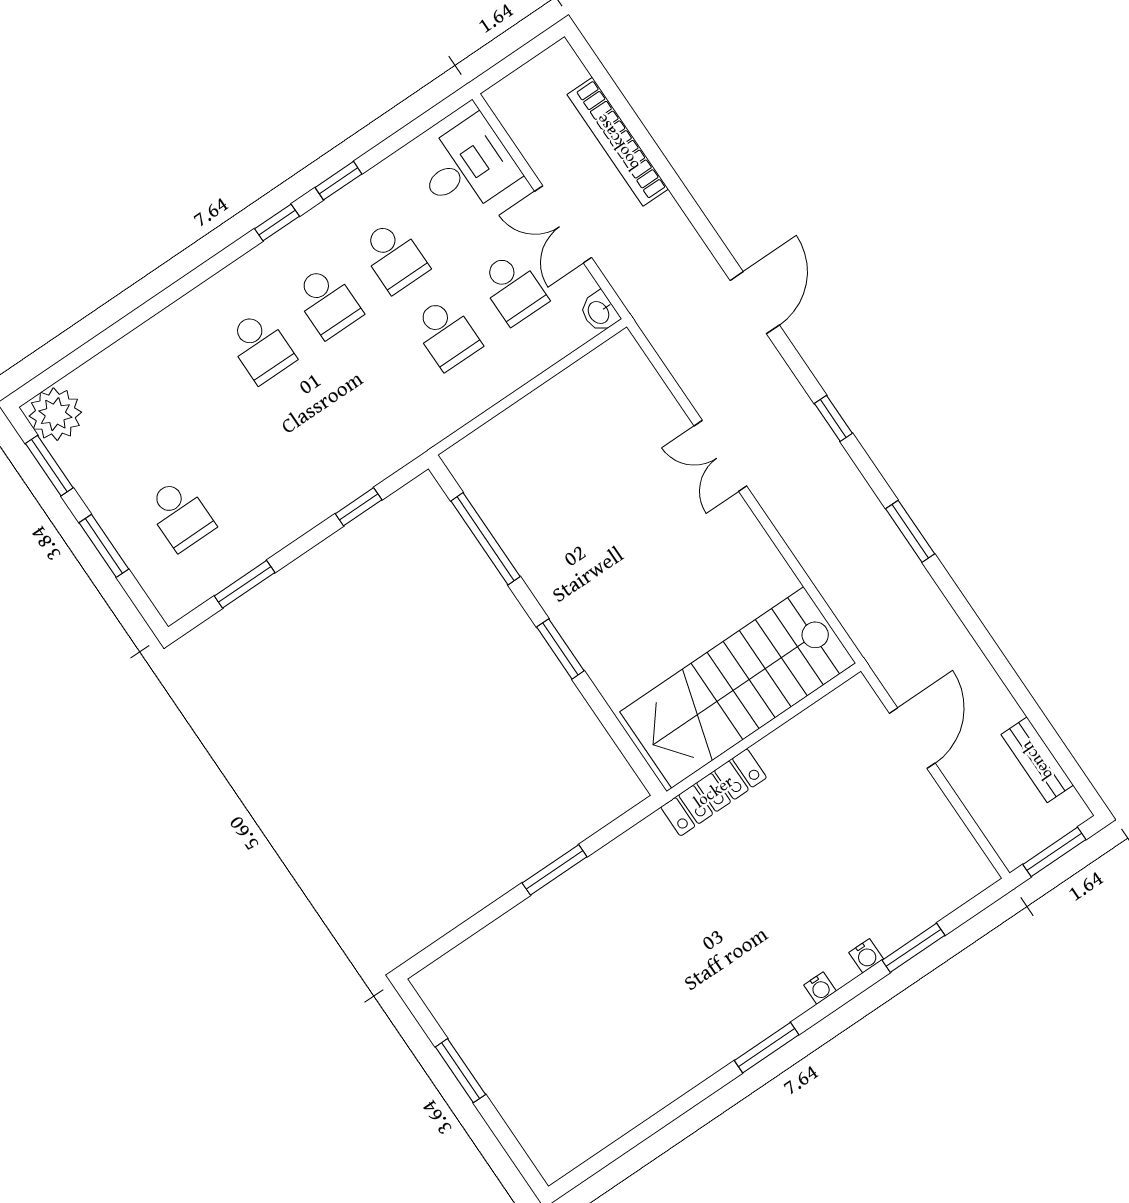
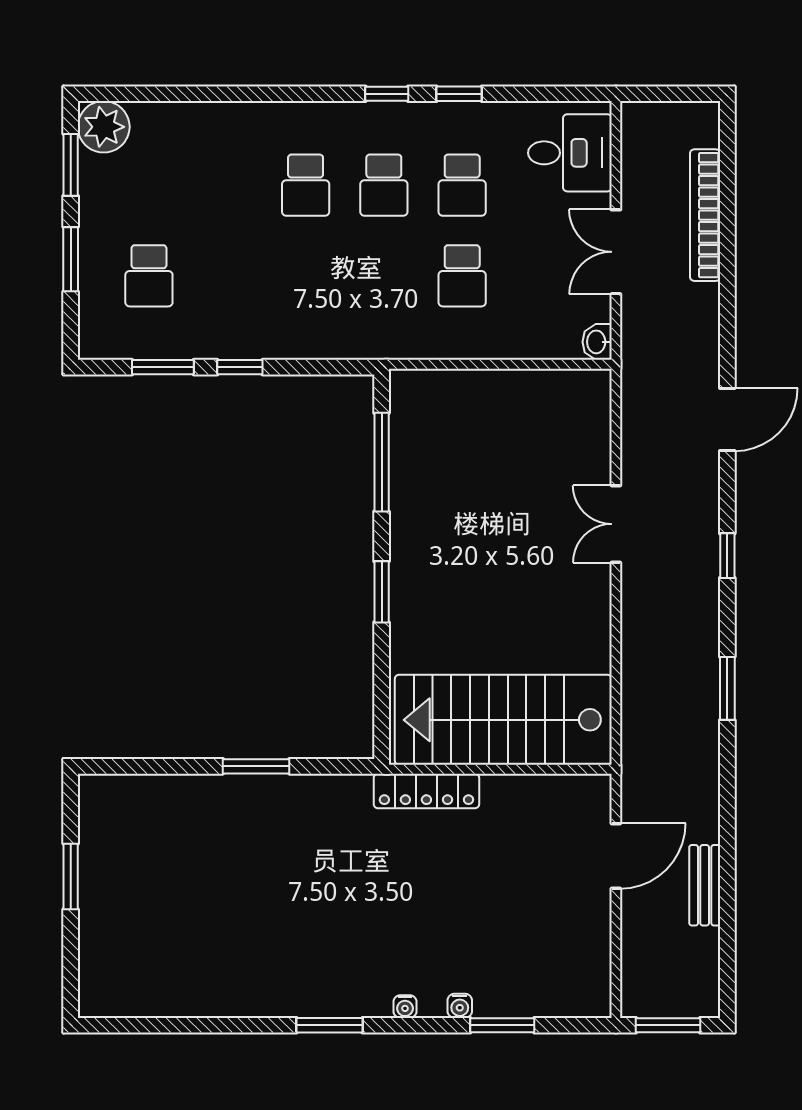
school desk: (513, 288) -> (540, 276), removed
window: (359, 507) -> (240, 367), moved
bench: (1037, 760) -> (705, 885), moved

